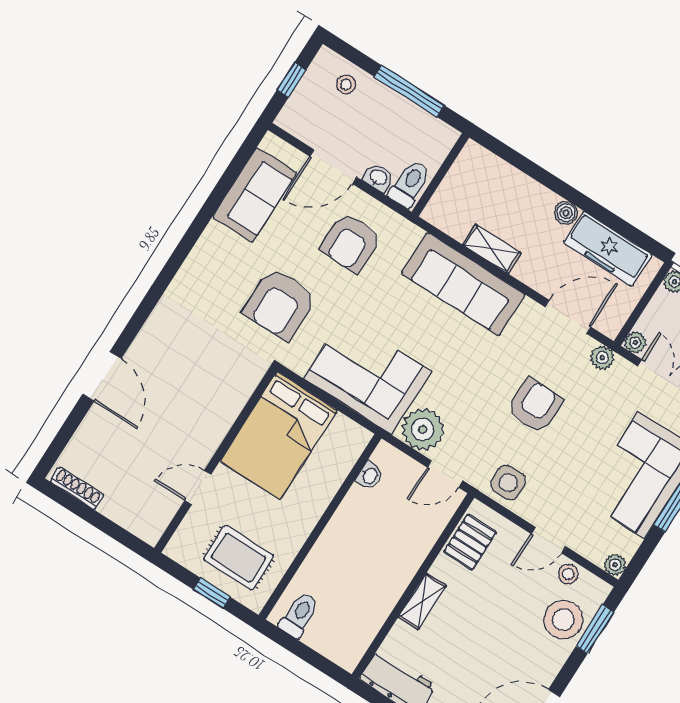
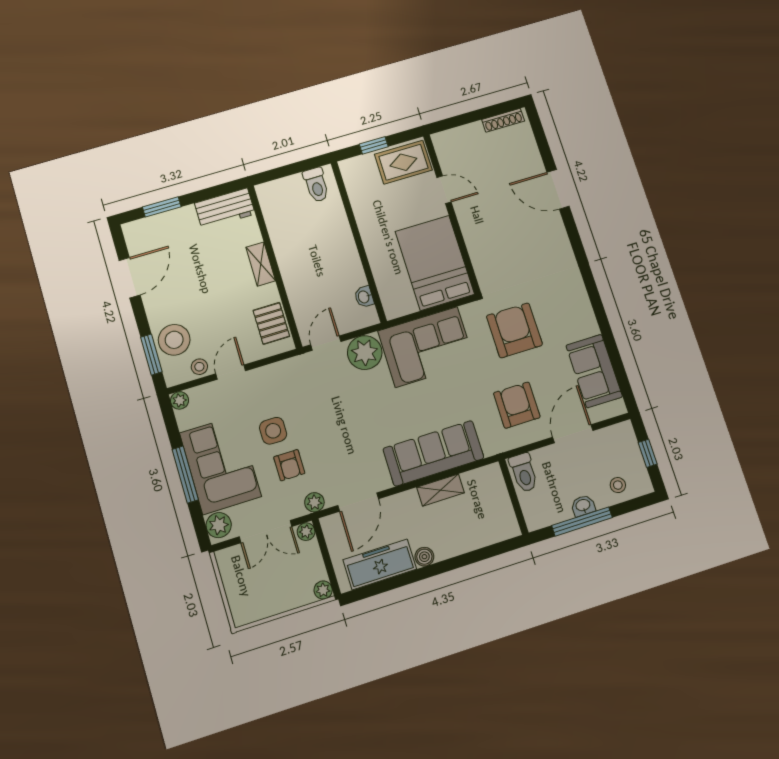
washbasin: (378, 178) -> (583, 506), moved, turned 180
armchair: (535, 406) -> (289, 465), moved, width x0.72, depth x0.72
side table: (508, 483) -> (273, 431), moved
door: (198, 487) -> (444, 190), hinge flipped
rug: (239, 558) -> (403, 162), moved

